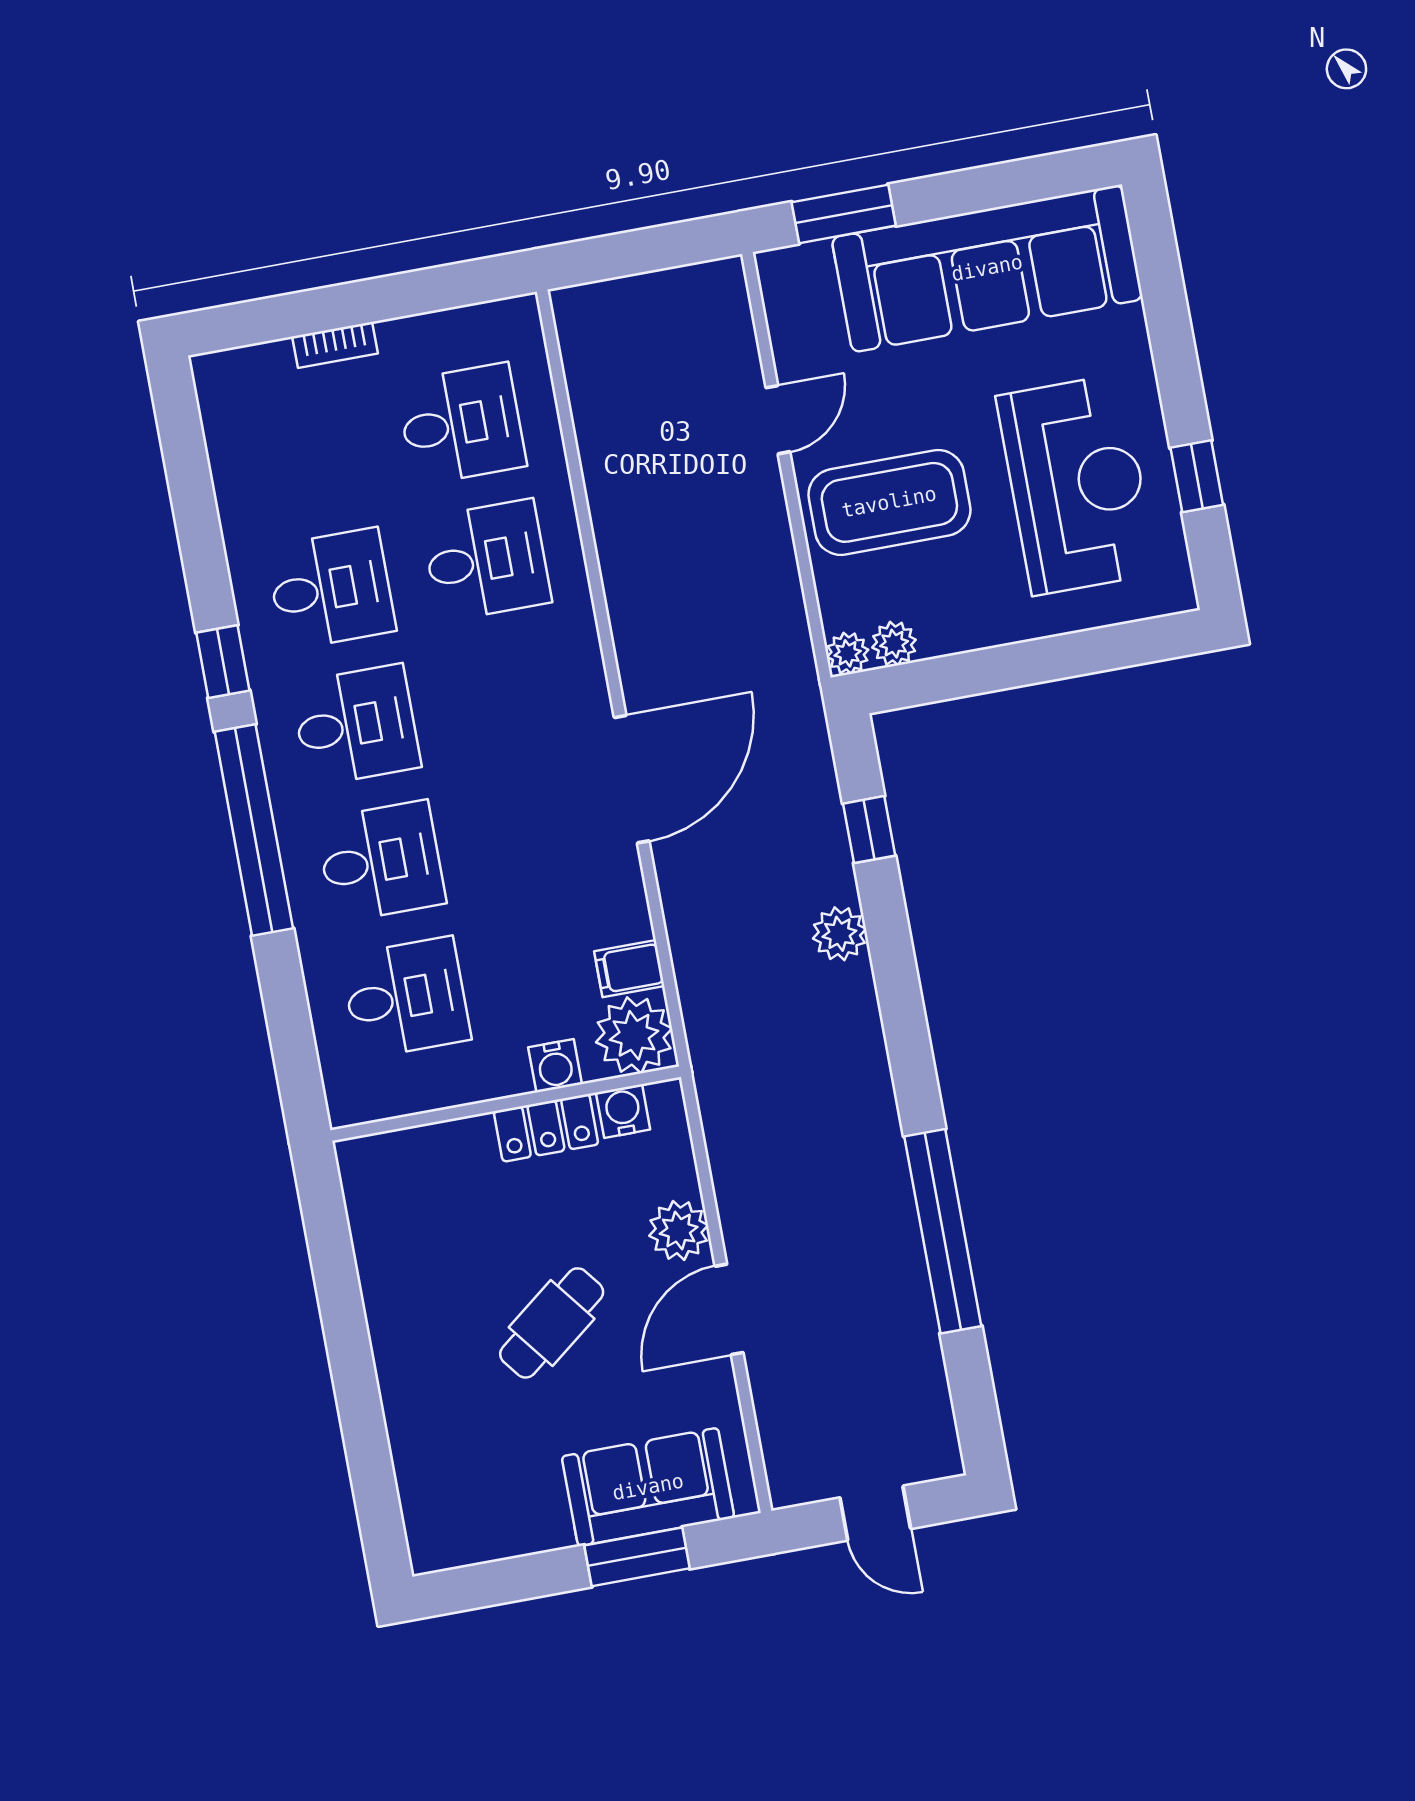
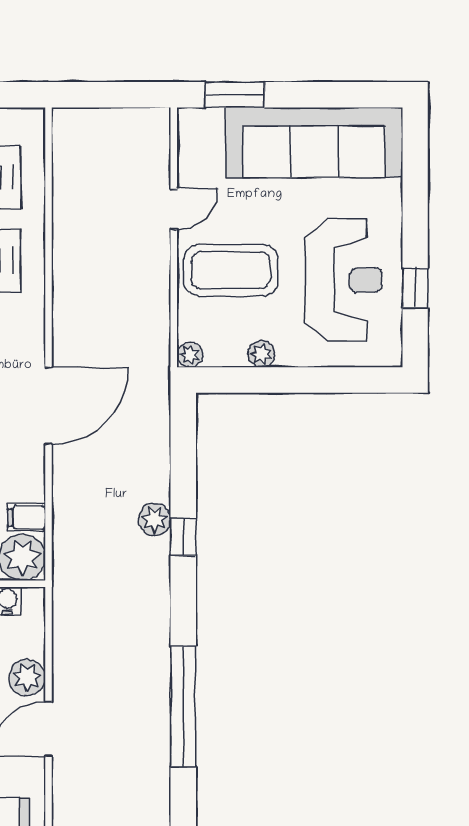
plant: (894, 644) -> (261, 354), moved
window: (869, 830) -> (183, 537), moved

